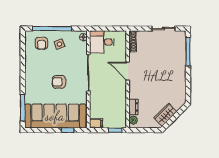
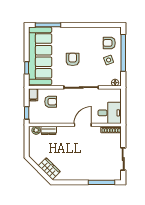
desk: (102, 42) -> (110, 113), moved, turned 90
armchair: (103, 105) -> (51, 102), added
wardrobe: (165, 115) -> (49, 169), moved

